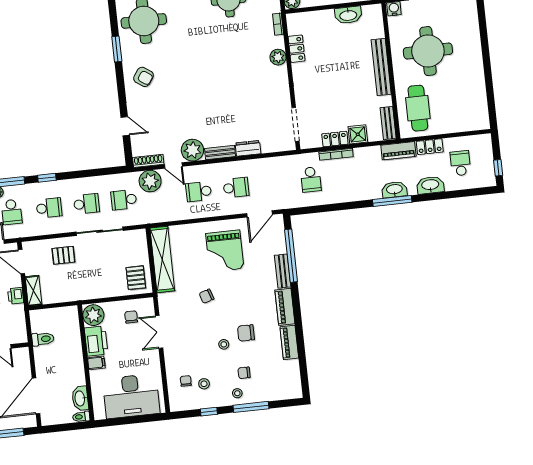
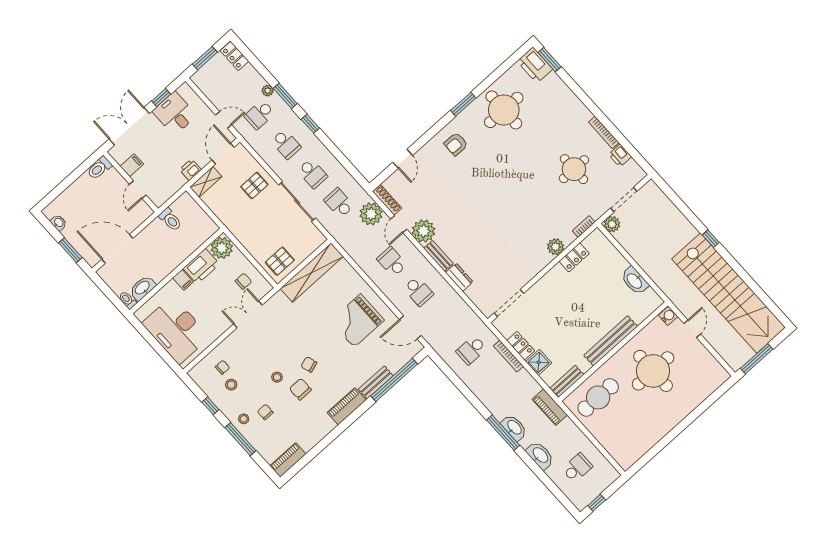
armchair: (144, 77) -> (456, 144), turned 55
locker: (430, 147) -> (573, 431), removed
pallet: (63, 255) -> (254, 186), turned 90
chair: (207, 296) -> (309, 364), moved
piano: (289, 342) -> (288, 460), moved

